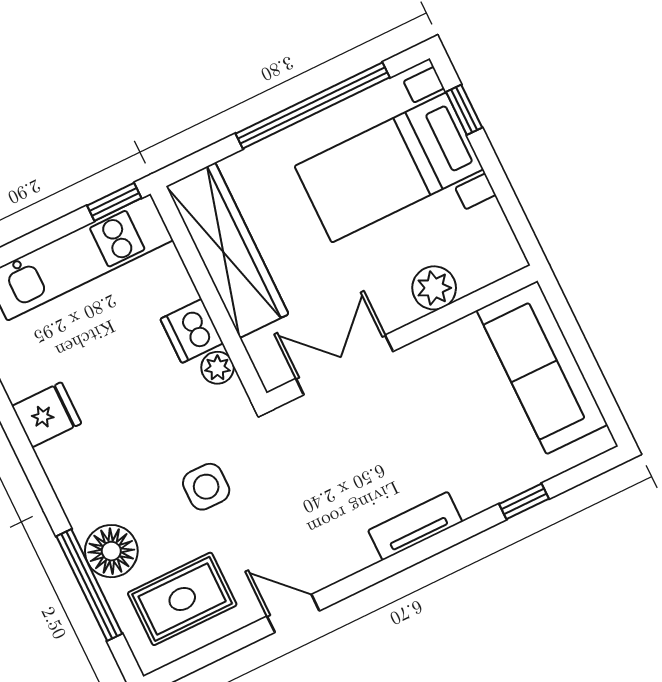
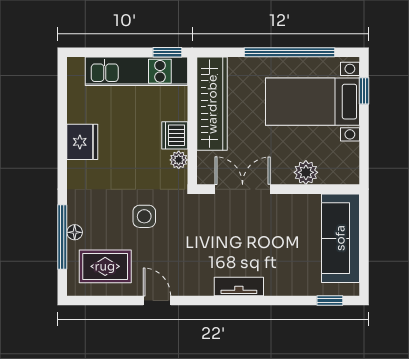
fridge: (47, 415) -> (82, 142), width x1.38
window: (524, 501) -> (330, 300), moved
floor lamp: (111, 551) -> (75, 232), width x0.53, depth x0.53

